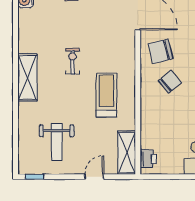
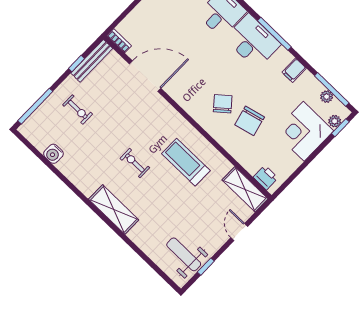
chair: (160, 51) -> (250, 121), moved
weight bench: (57, 142) -> (184, 254), moved, turned 180
window: (35, 177) -> (206, 267), moved

